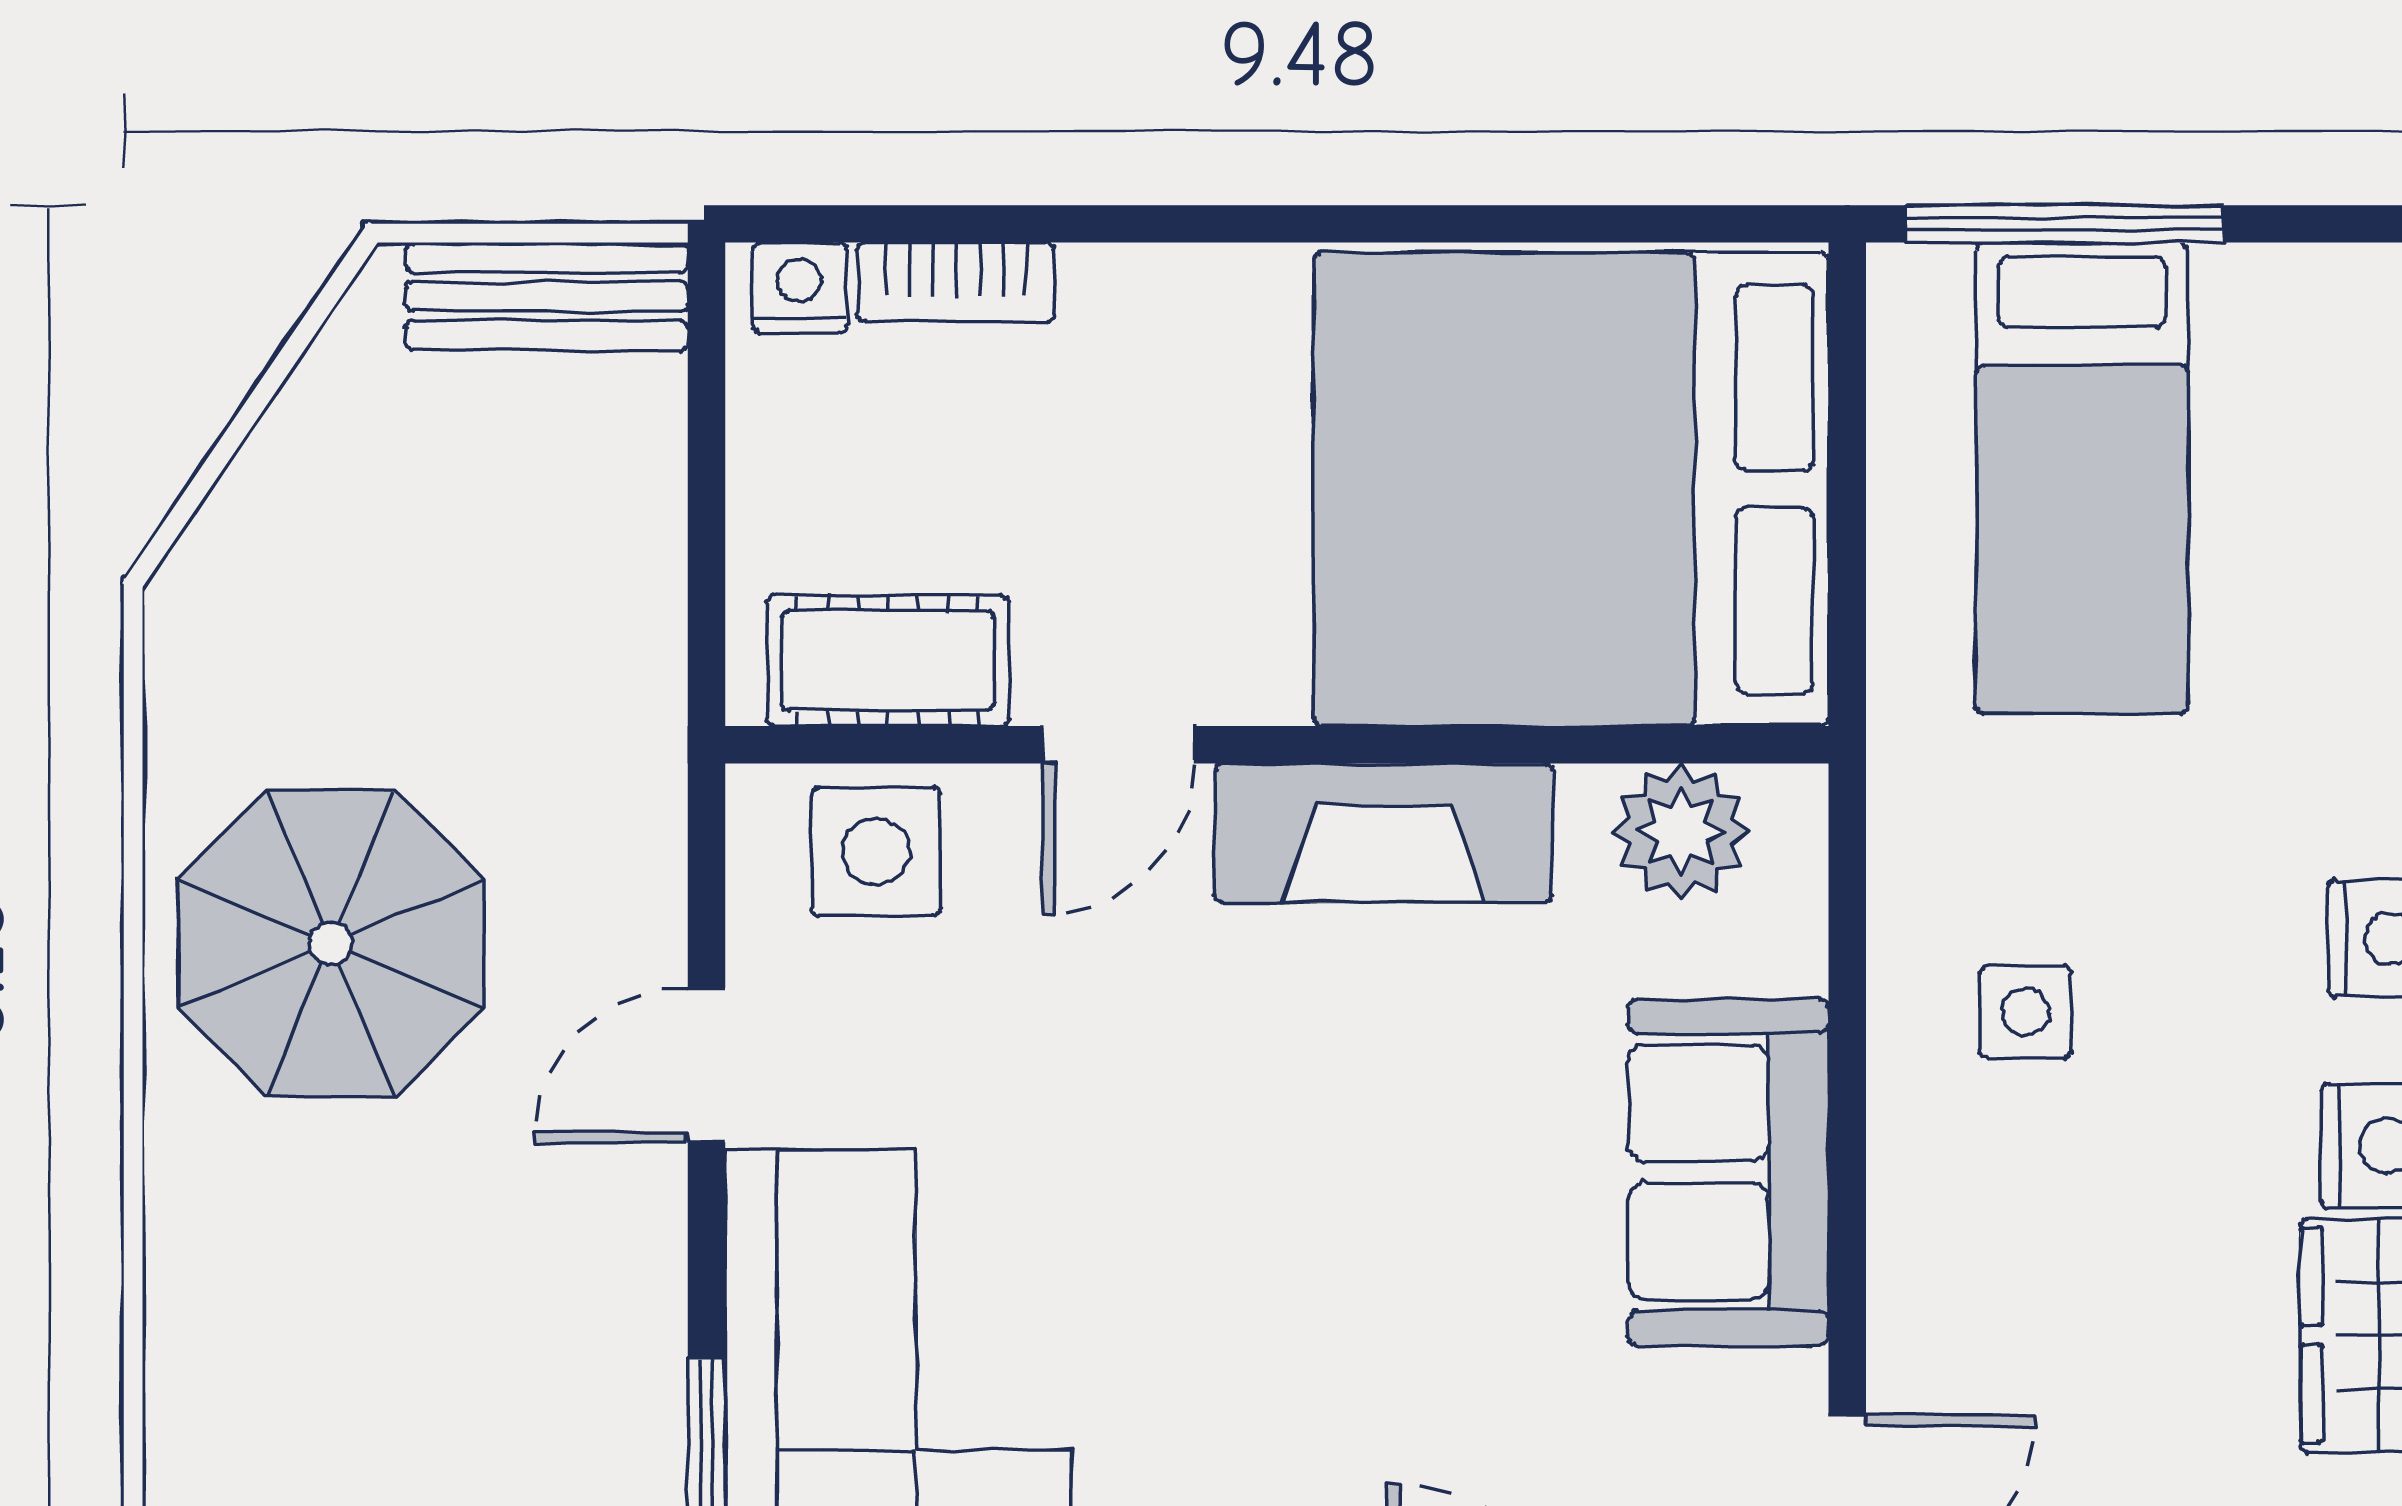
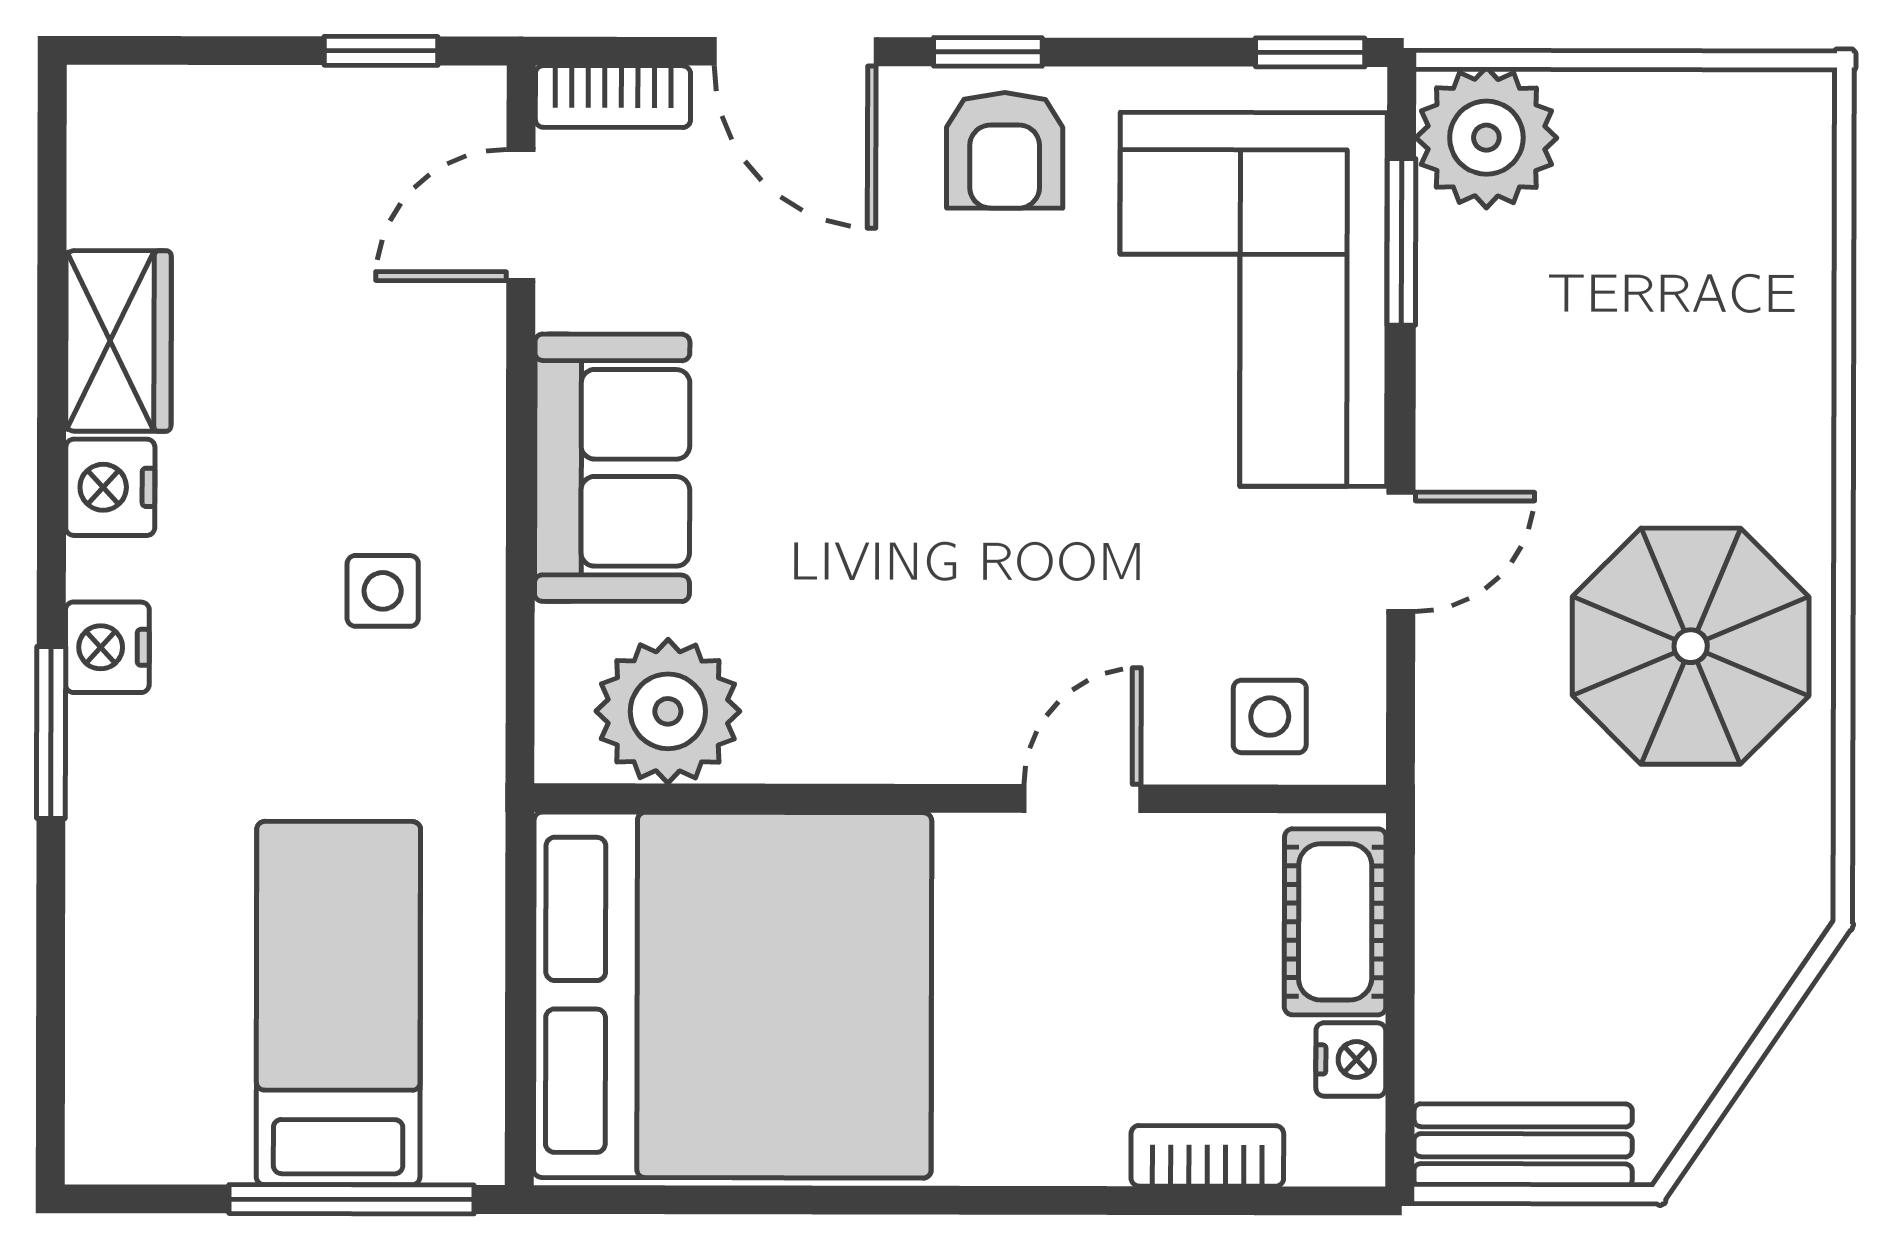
nightstand: (800, 288) -> (1351, 1060), moved, turned -90
cot: (888, 660) -> (1335, 922), moved, turned 90
plant: (1681, 832) -> (668, 711), width x1.36, depth x1.36
fireplace: (1384, 833) -> (878, 730), removed
side table: (876, 851) -> (1270, 717), width x0.73, depth x0.73

